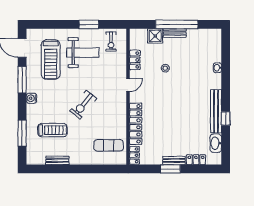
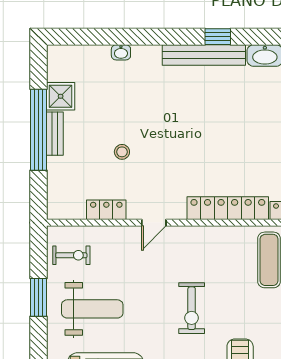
shower: (155, 36) -> (61, 96), moved
weight bench: (83, 53) -> (92, 309), turned 90
door: (128, 85) -> (154, 223), swing flipped
exercise bike: (83, 105) -> (192, 308), turned 51

